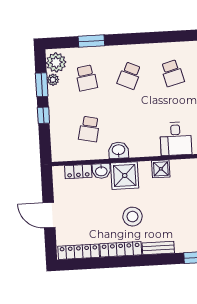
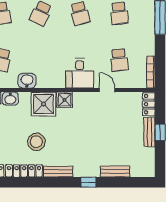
shower: (125, 176) -> (44, 104), moved

